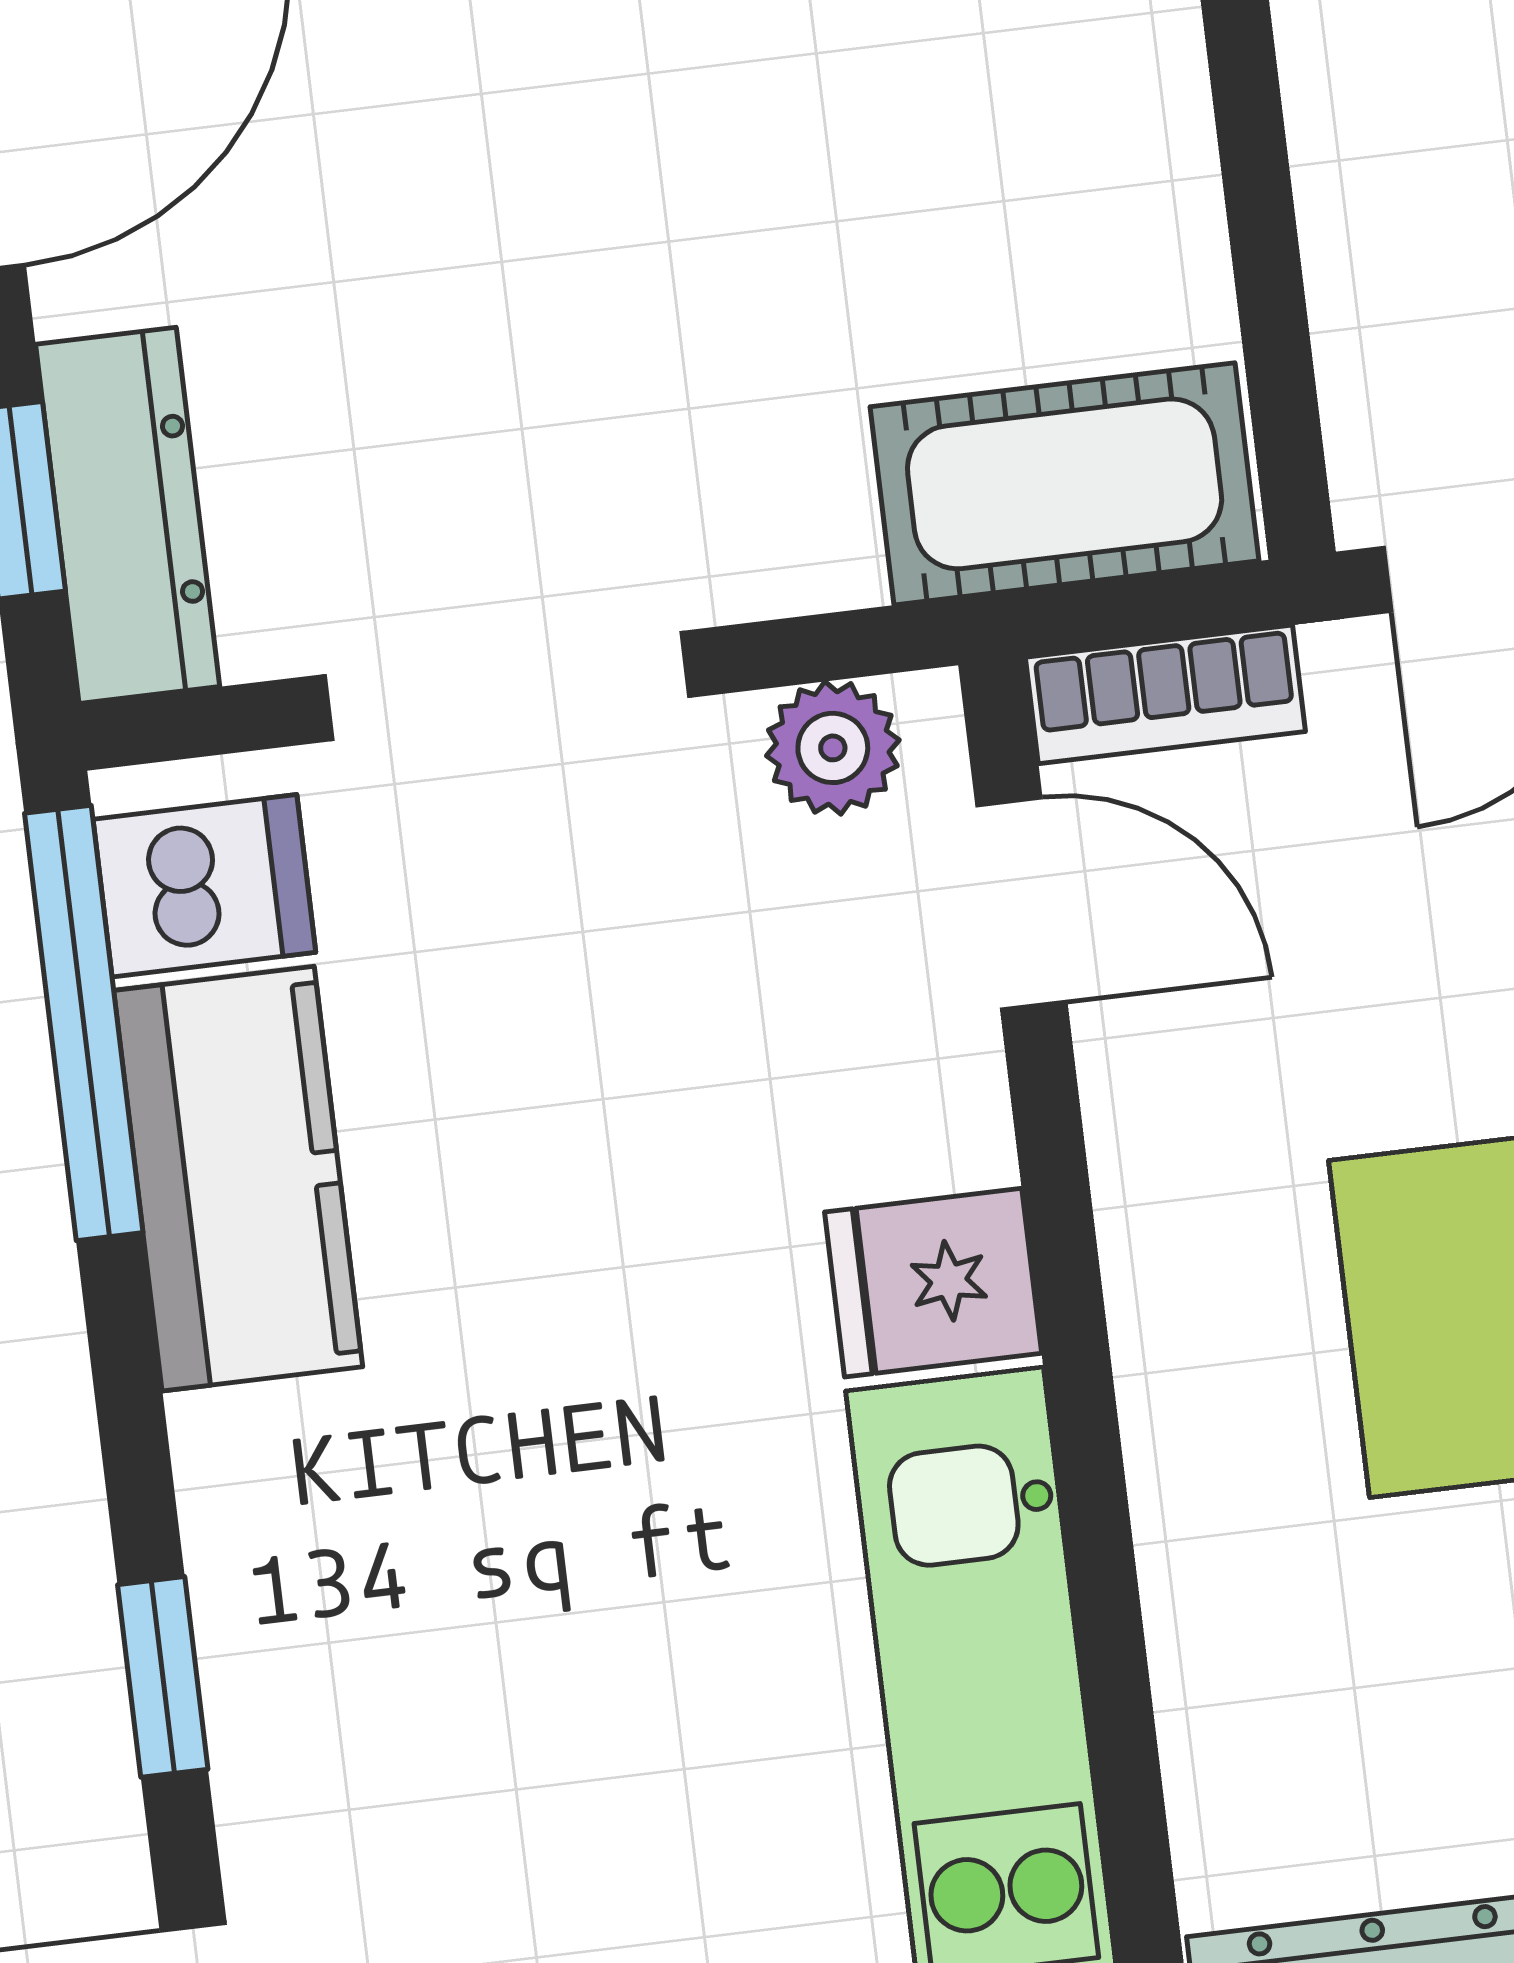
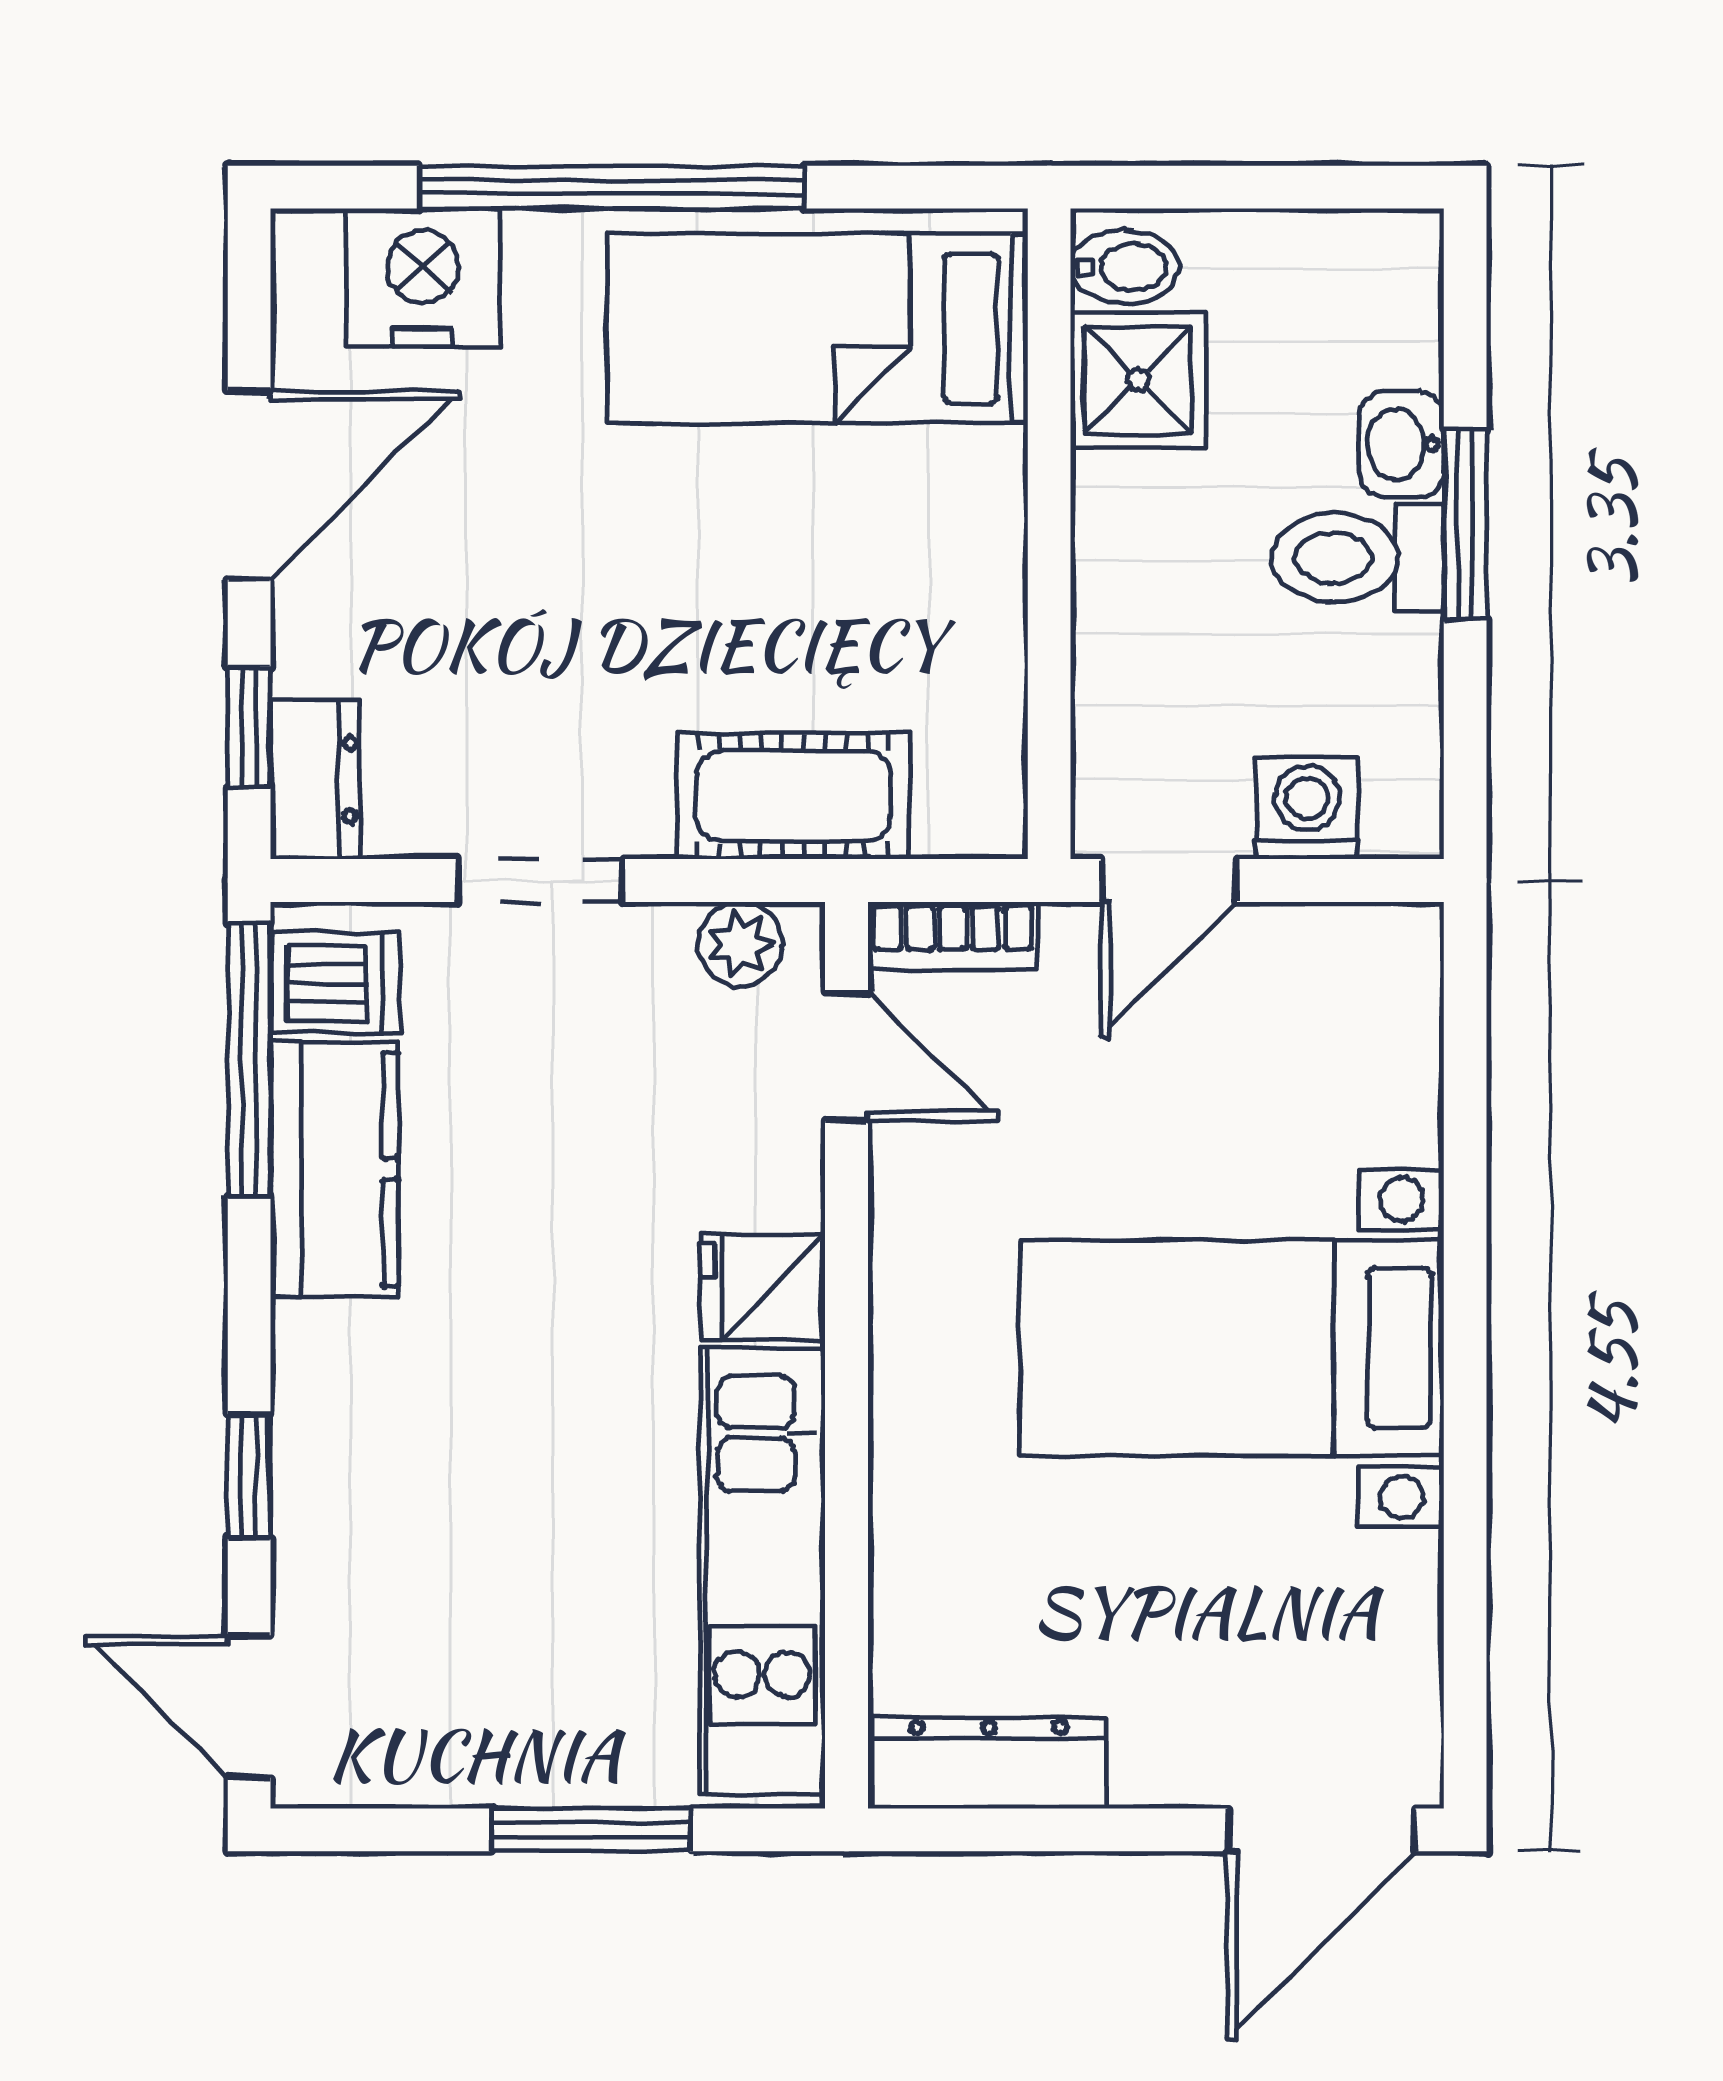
cot: (1065, 484) -> (793, 796), moved
dresser: (128, 515) -> (315, 780), width x0.70
doorway: (507, 686) -> (540, 881), width x0.73

